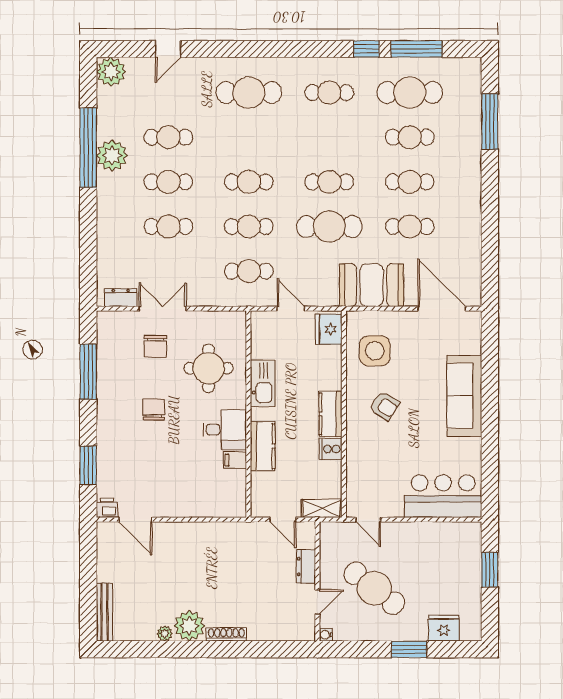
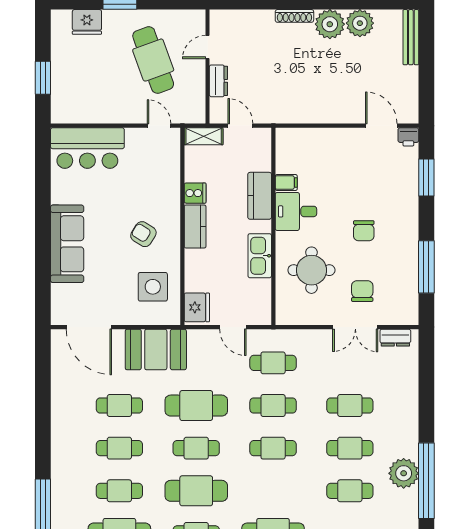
cafe table: (329, 137) -> (196, 491), added
cafe table: (374, 588) -> (153, 60), turned 32
plant: (165, 634) -> (360, 23), width x1.88, depth x1.88
water cooler: (326, 635) -> (199, 16), removed

